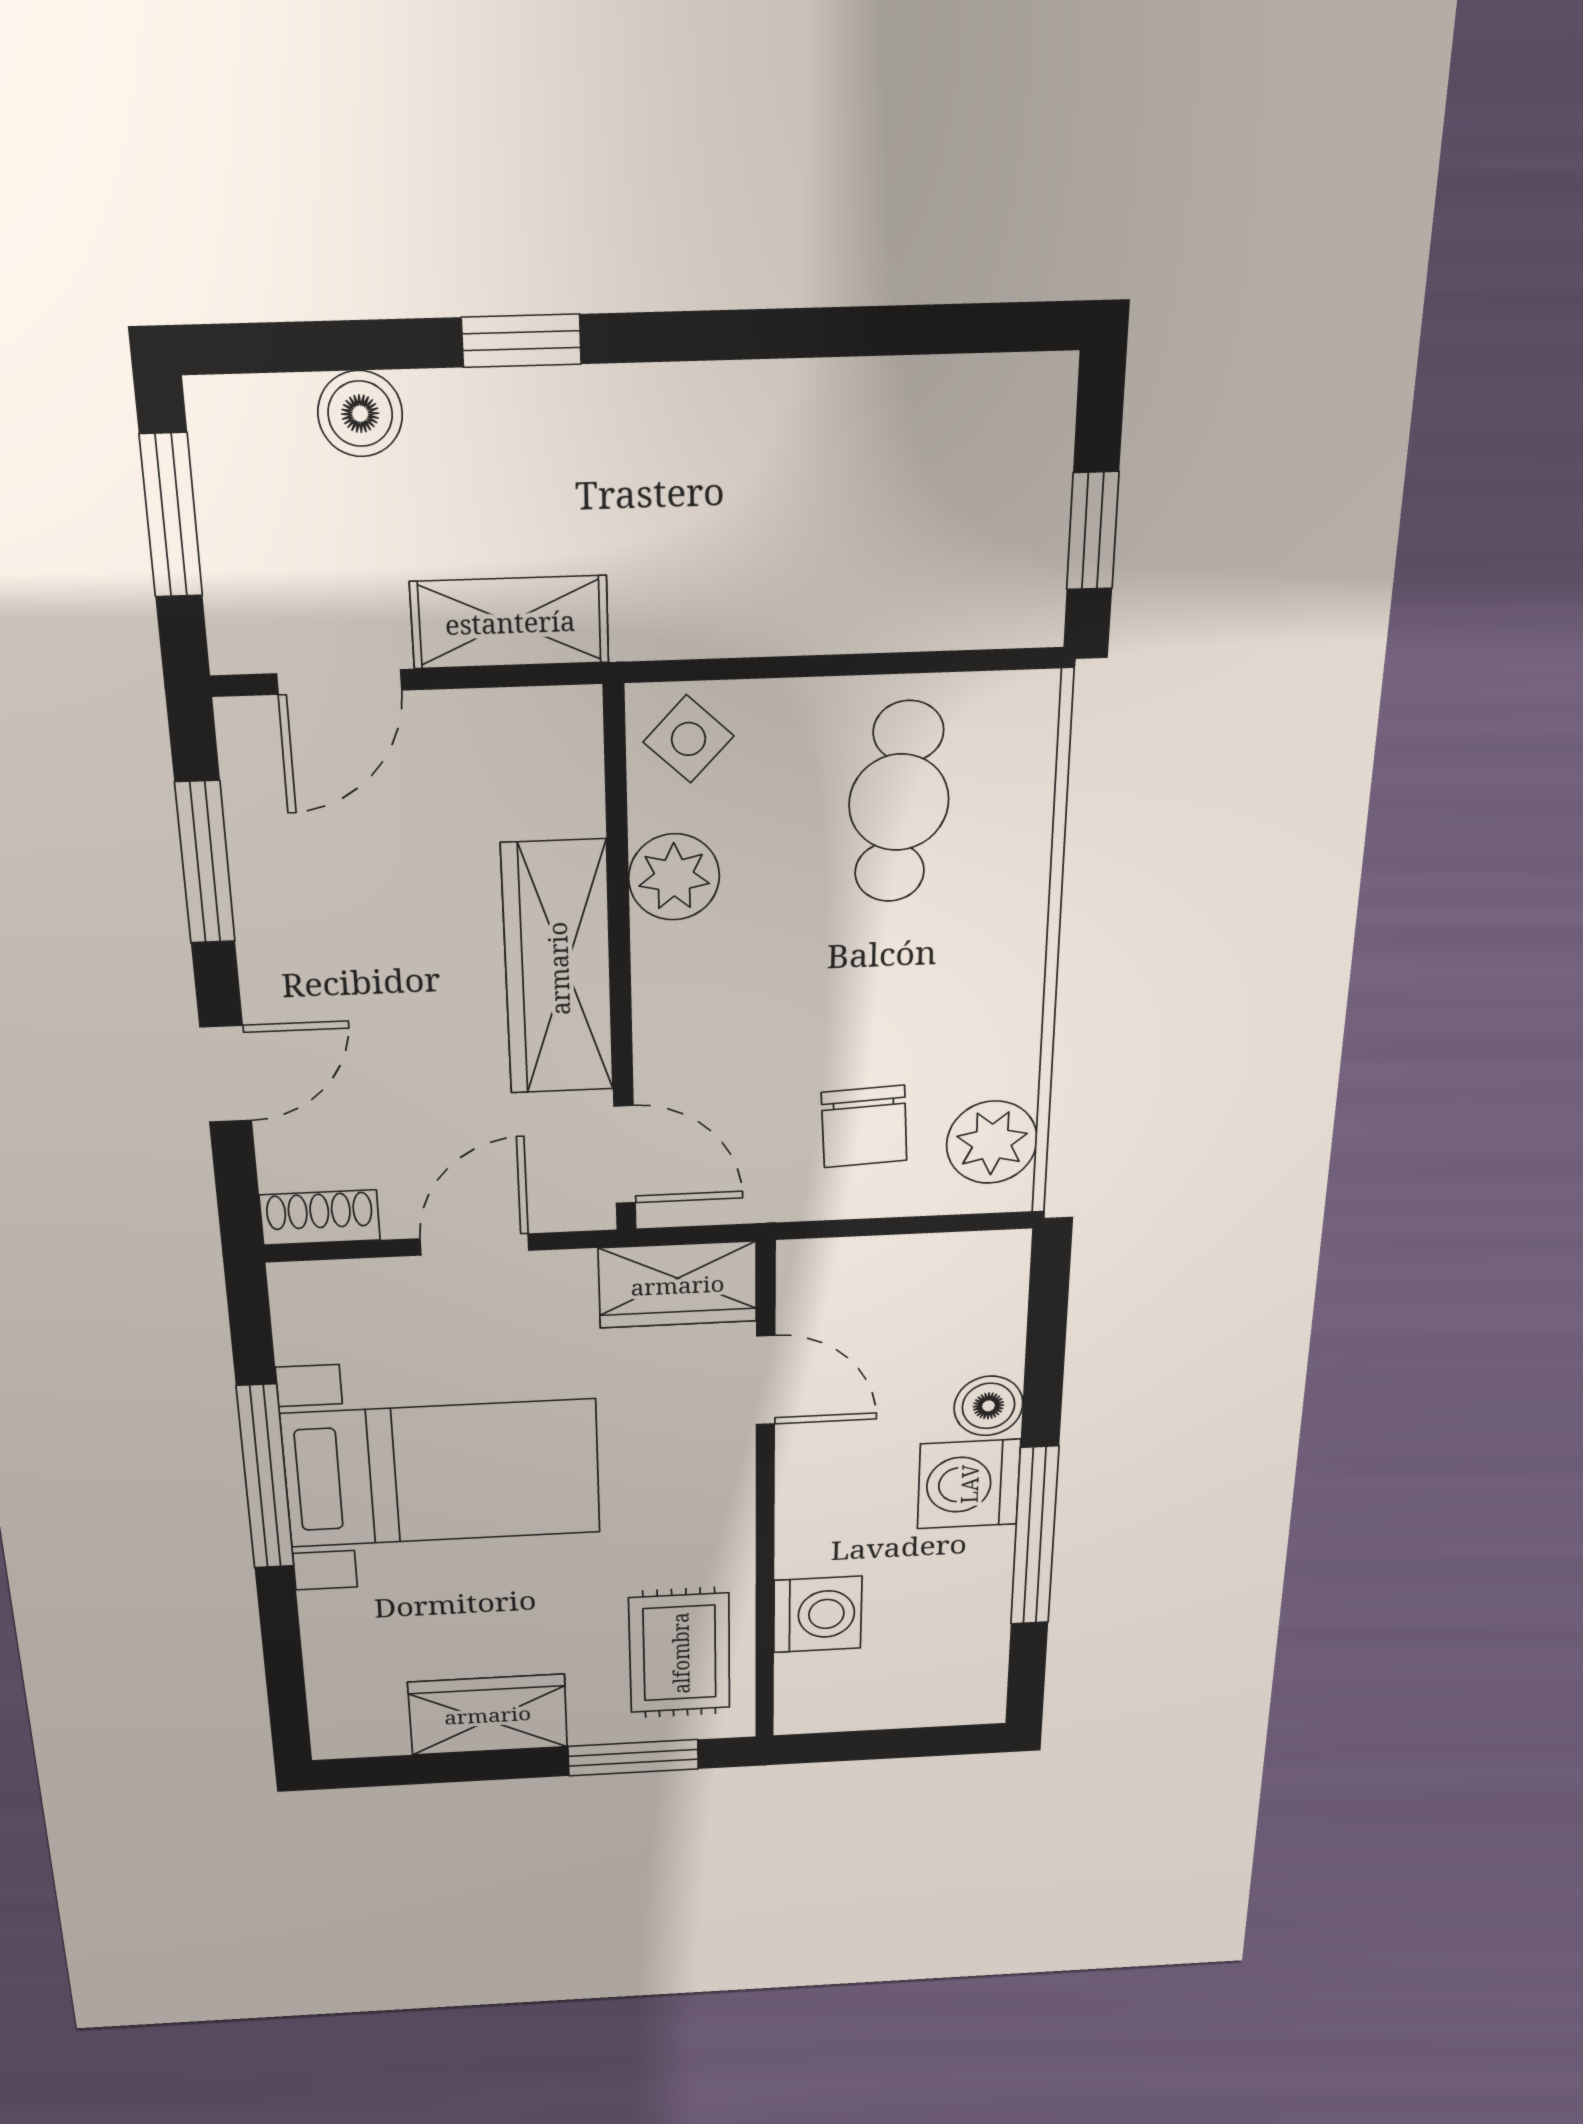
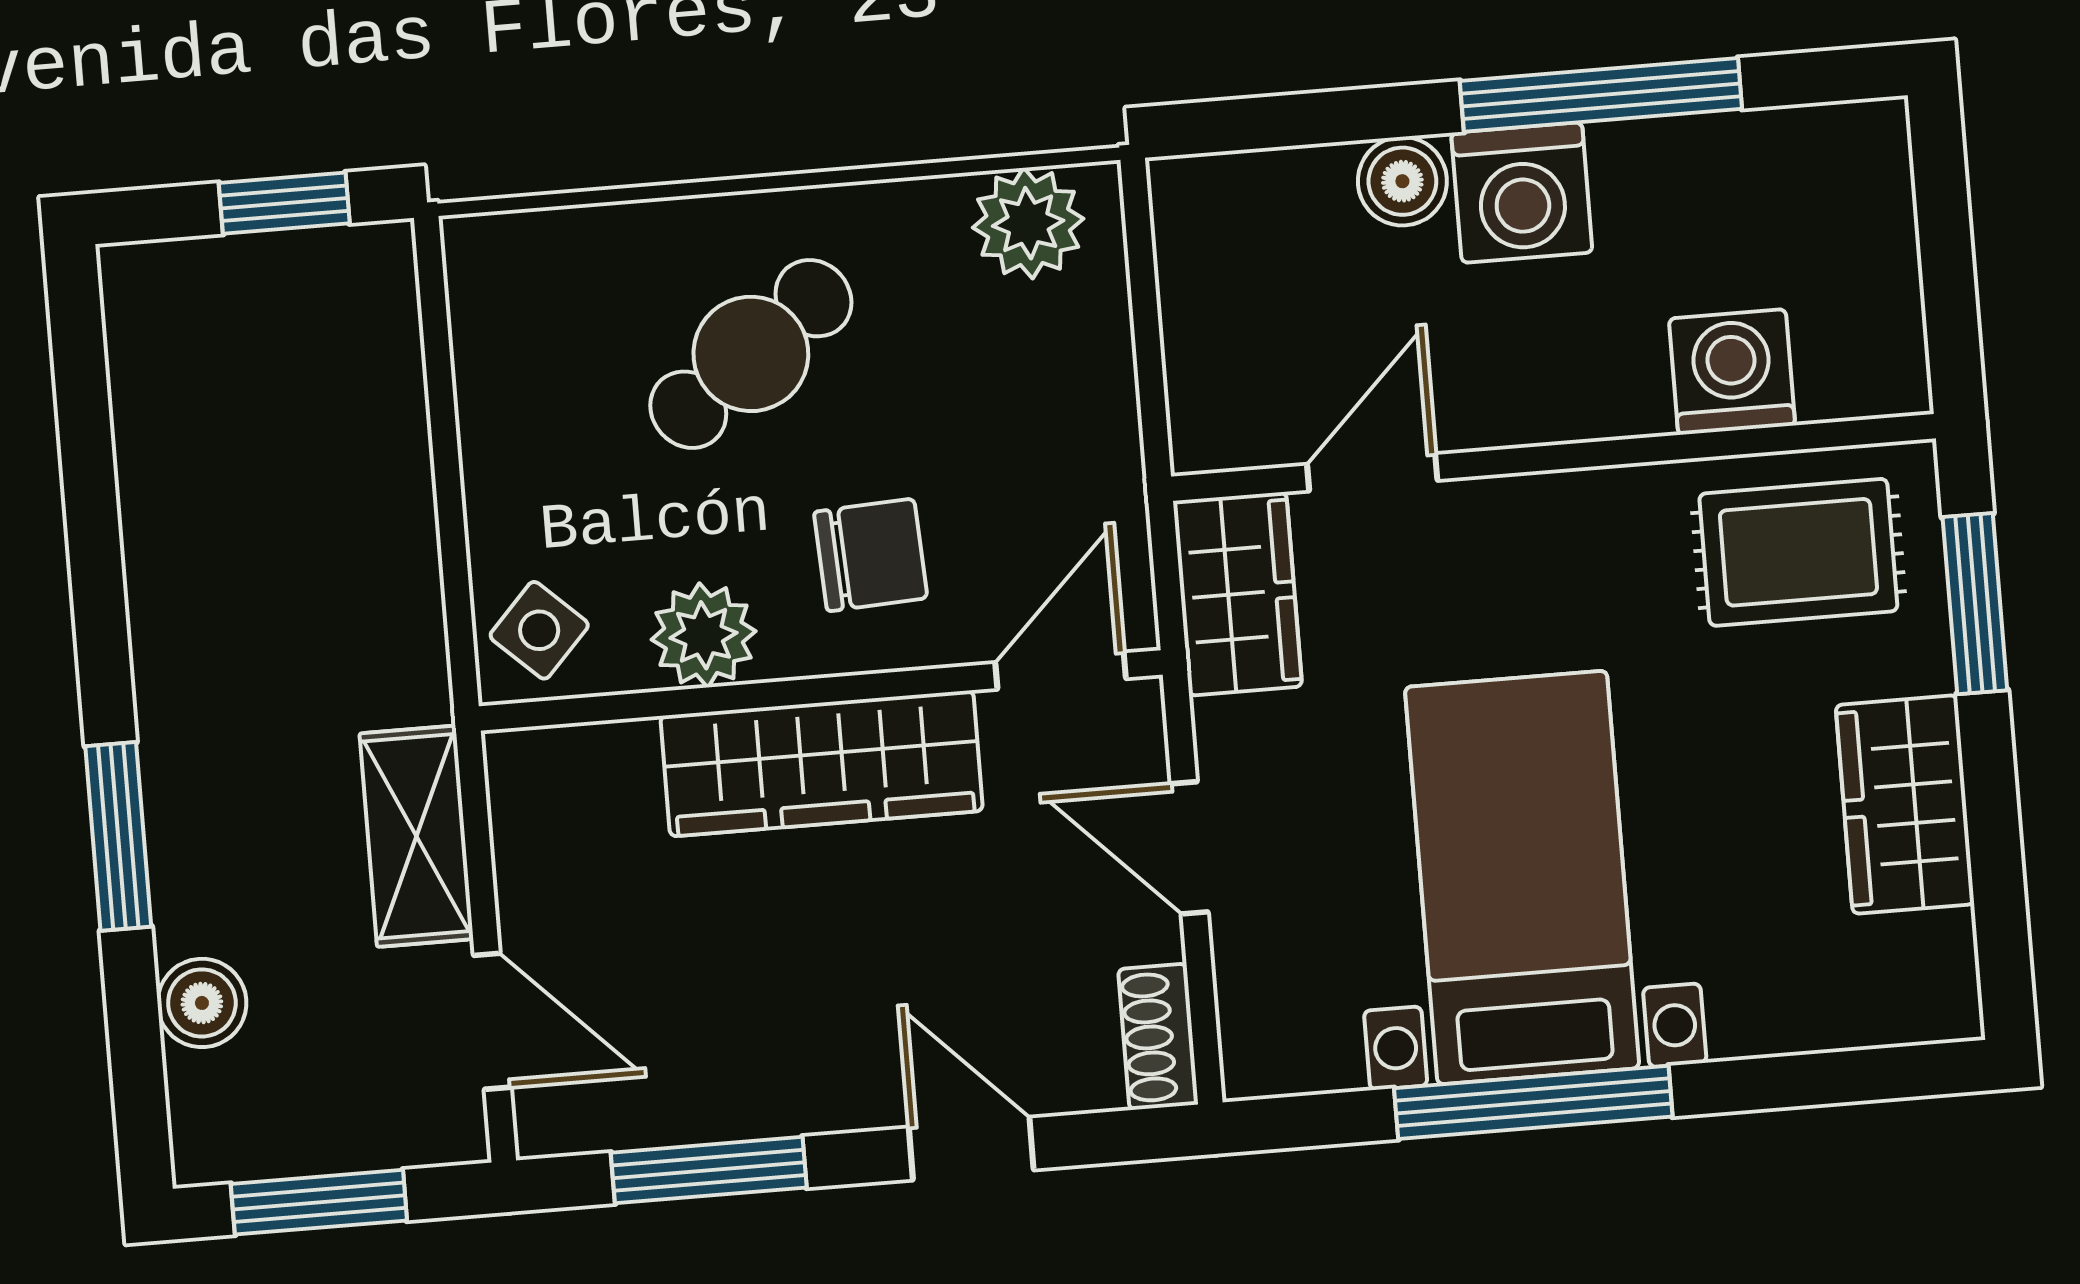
window: (521, 341) -> (118, 836), width x1.50
cafe table: (899, 802) -> (751, 354), moved, turned -43
chair: (864, 1127) -> (871, 555), moved

